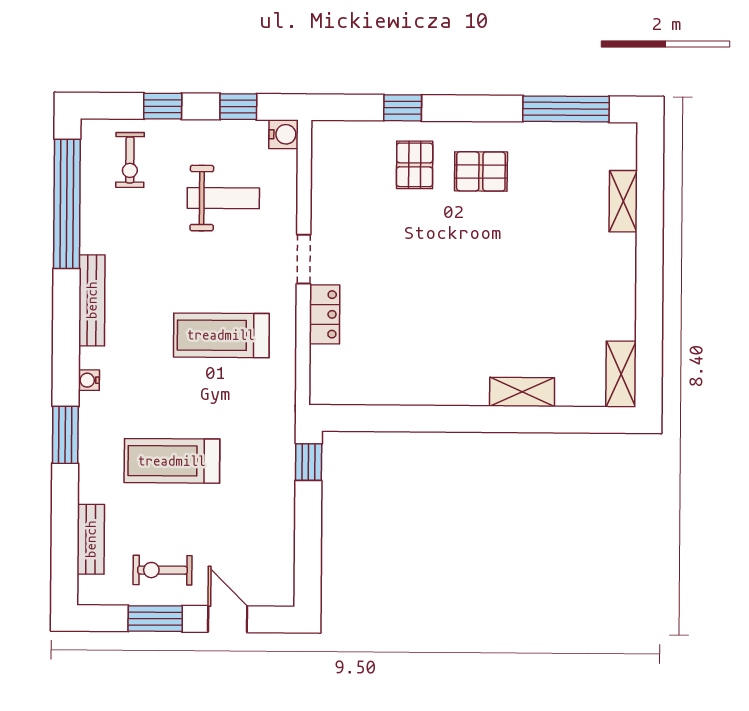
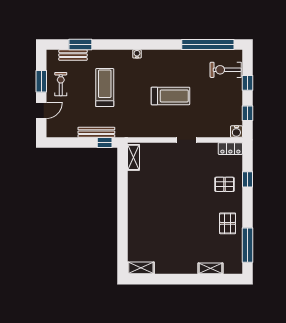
exercise bike: (130, 160) -> (226, 70), width x1.38, depth x1.39
pallet: (481, 171) -> (228, 223), moved
weight bench: (223, 198) -> (211, 108), removed
bench: (92, 300) -> (96, 132), moved
locker: (325, 314) -> (230, 149), moved
treadmill: (221, 335) -> (170, 96), moved, turned 90
shelving: (522, 392) -> (133, 157), moved
window: (65, 435) -> (80, 45), moved

